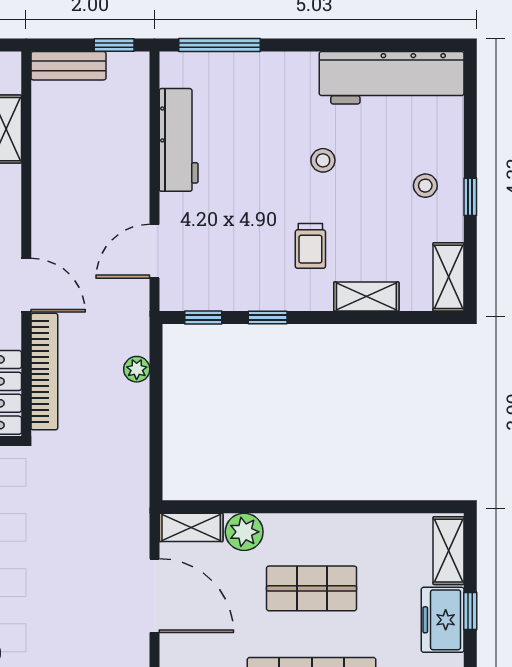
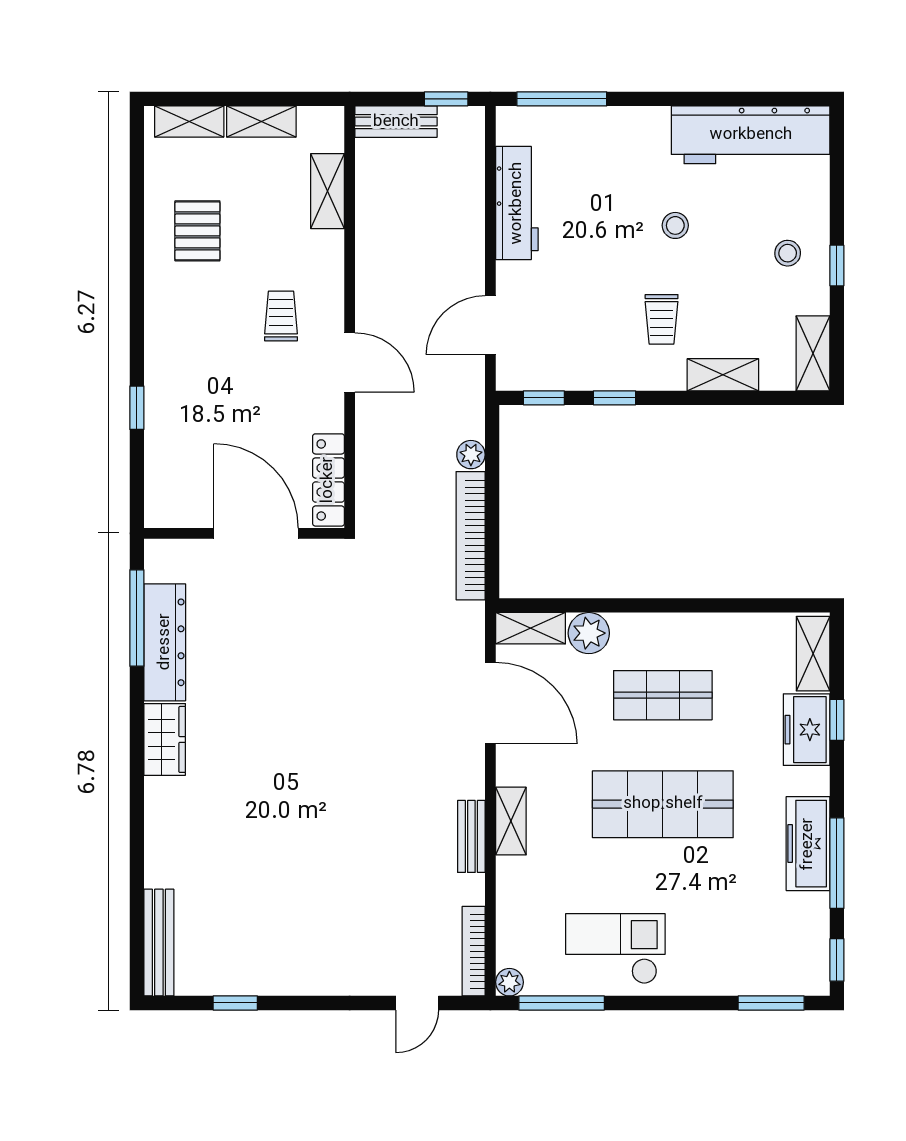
bookcase: (44, 372) -> (471, 536), moved, turned 180

